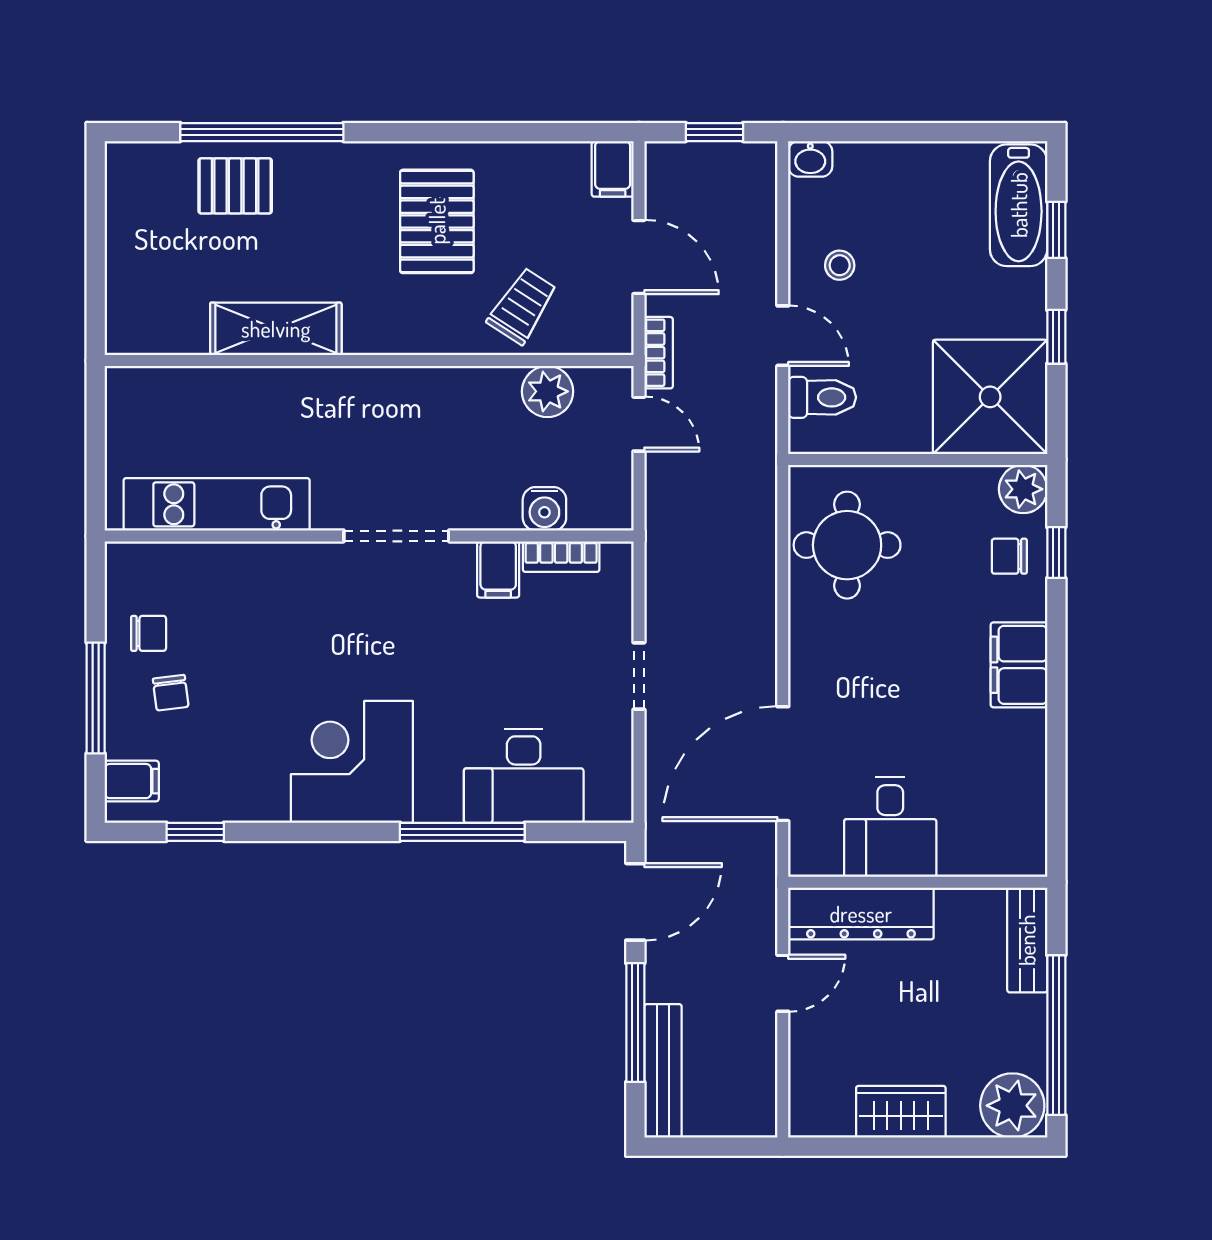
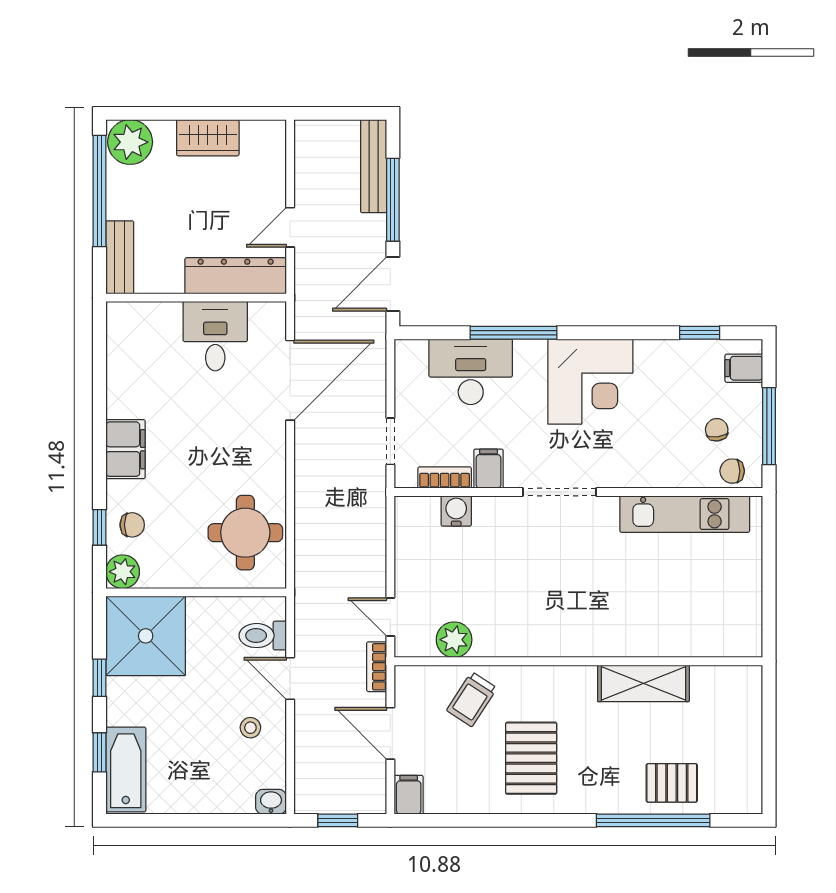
kitchen unit: (217, 504) -> (685, 514), moved
water cooler: (544, 509) -> (456, 511), moved
wall: (369, 536) -> (578, 492), moved
doorway: (396, 536) -> (559, 492), moved
bookcase: (561, 557) -> (445, 478), moved
filing cabinet: (498, 569) -> (488, 469), moved

